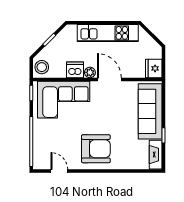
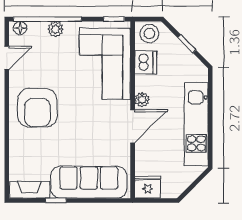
dishwasher: (75, 70) -> (146, 62), moved
plant: (39, 136) -> (56, 29), added
floor lamp: (38, 161) -> (20, 28), added

